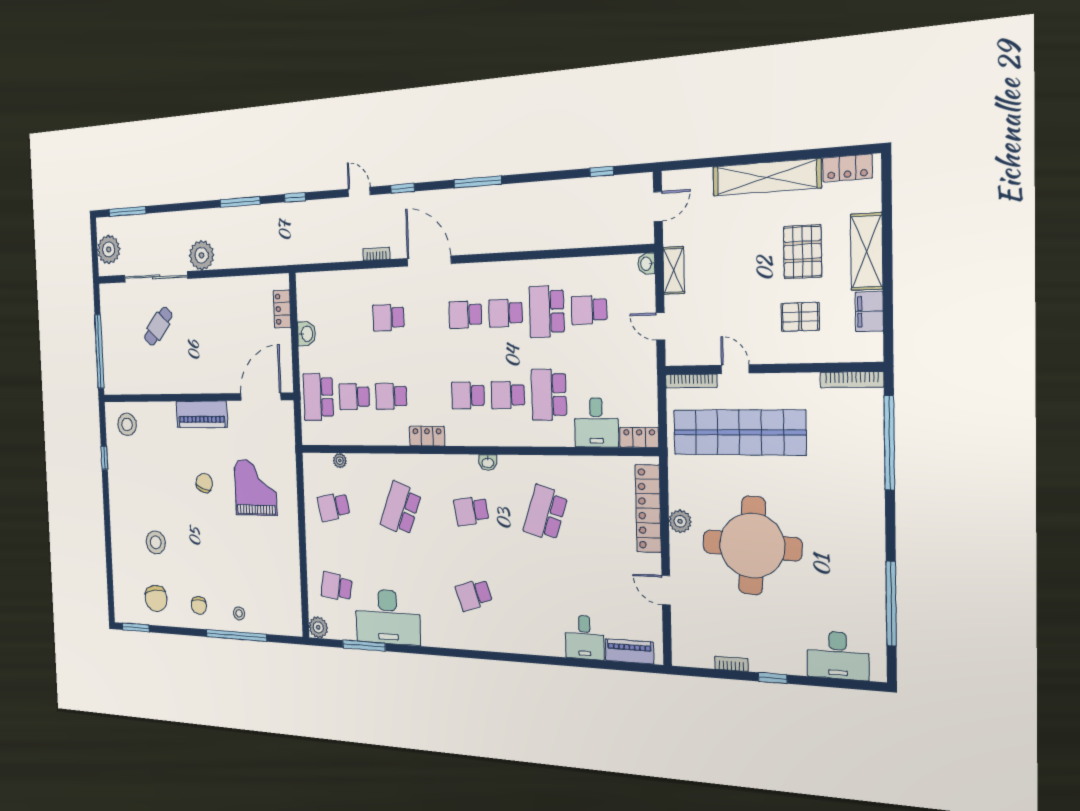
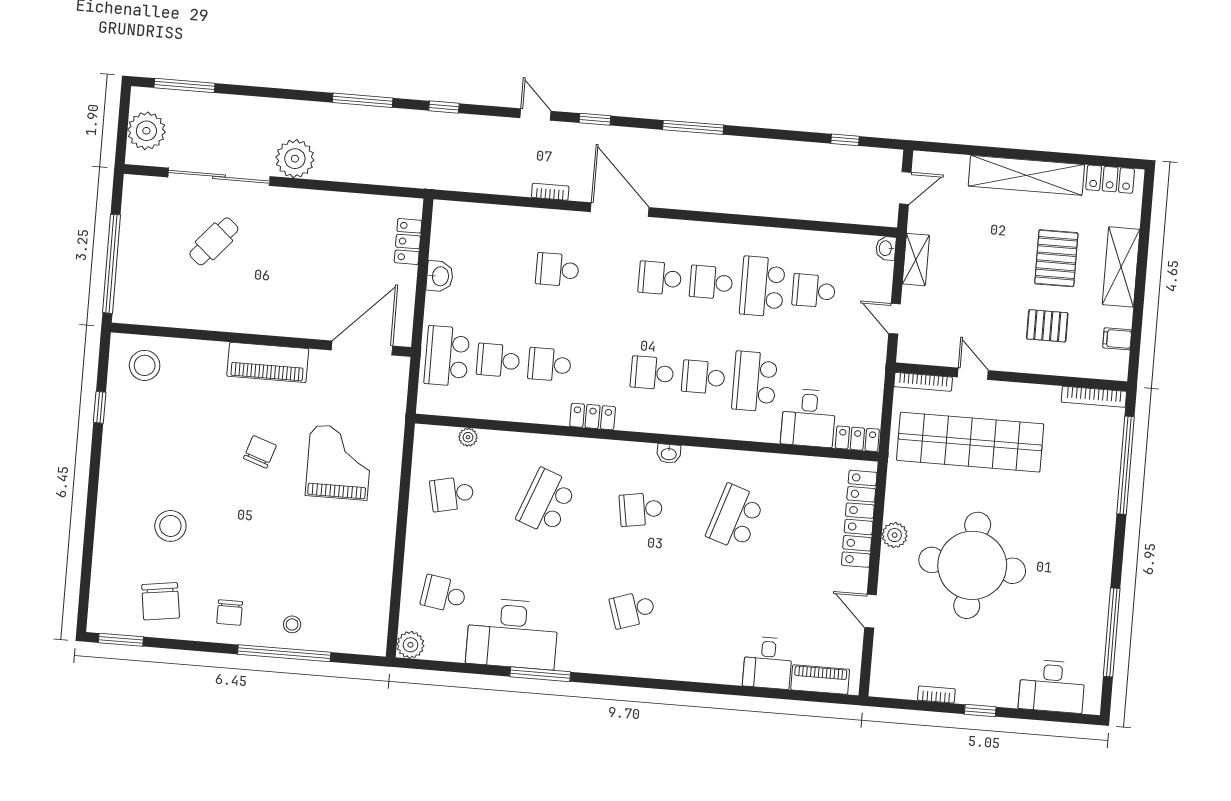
filing cabinet: (869, 312) -> (1117, 339), width x0.50
window: (364, 646) -> (540, 674), moved

